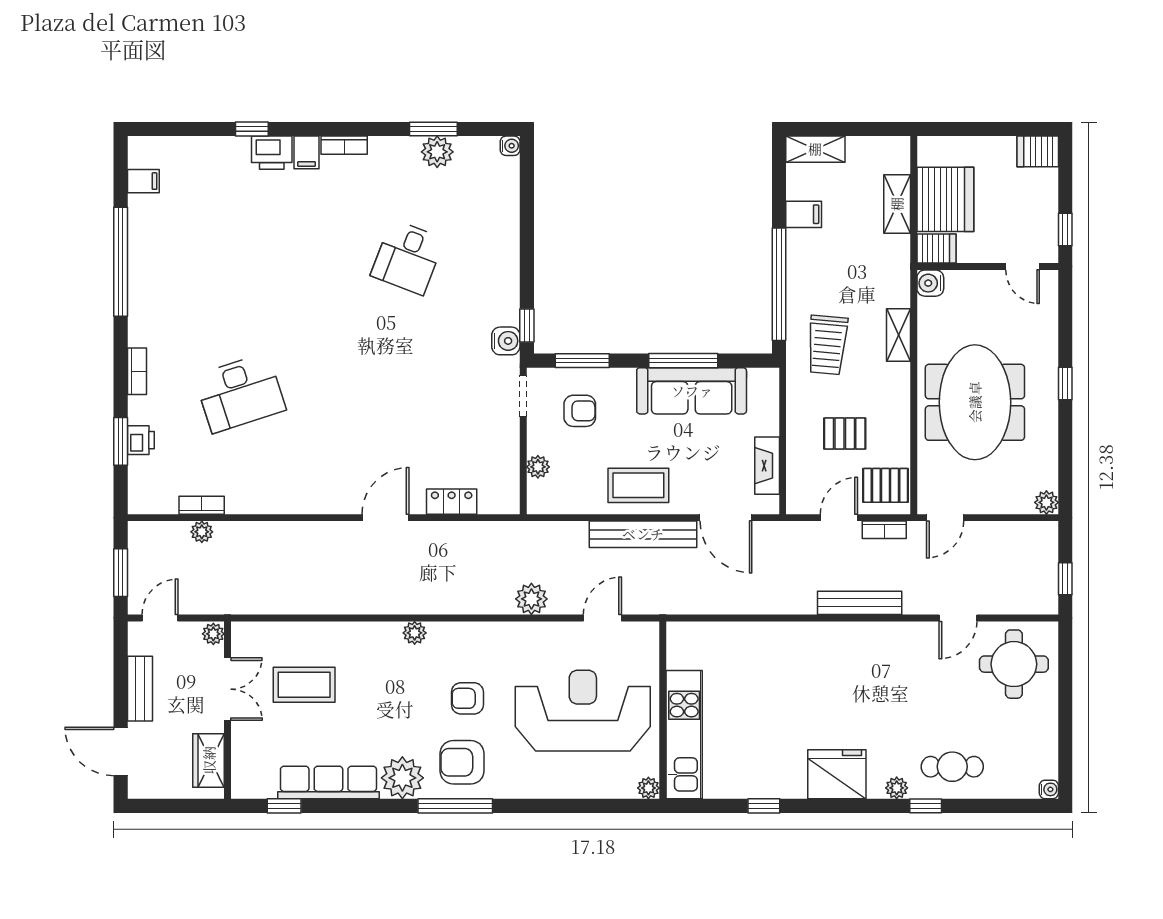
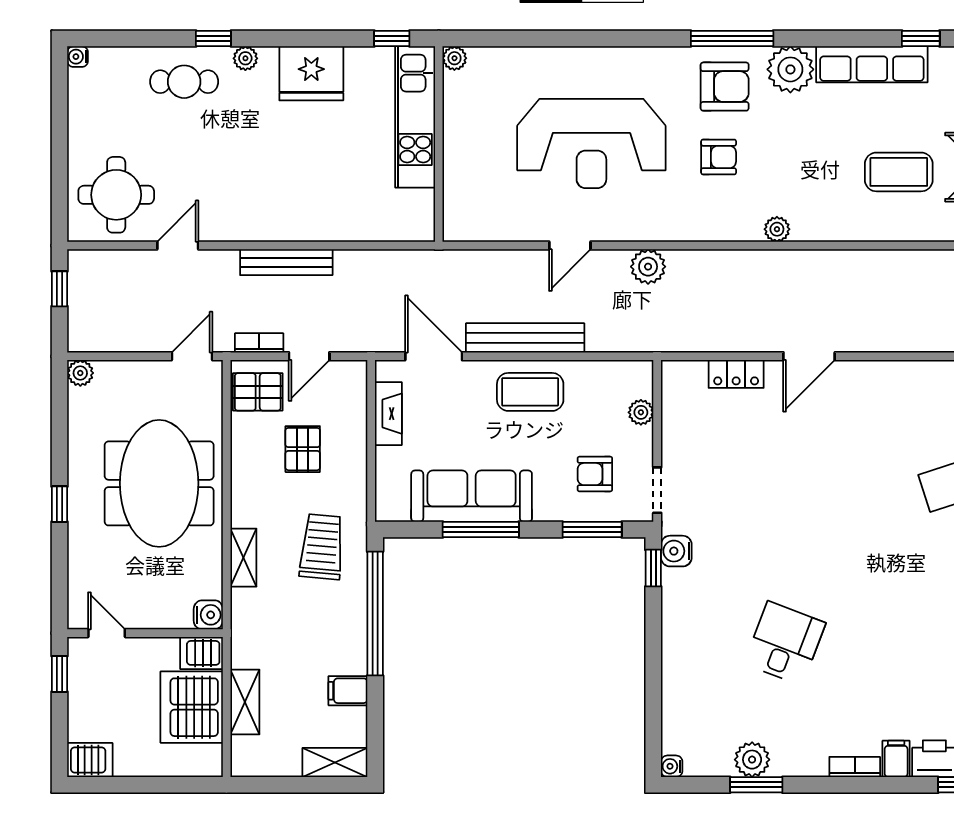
pallet: (845, 433) -> (303, 449), turned 90
wall: (663, 710) -> (439, 144), moved
kitchen unit: (684, 735) -> (415, 117), moved
plant: (648, 788) -> (454, 58), moved

